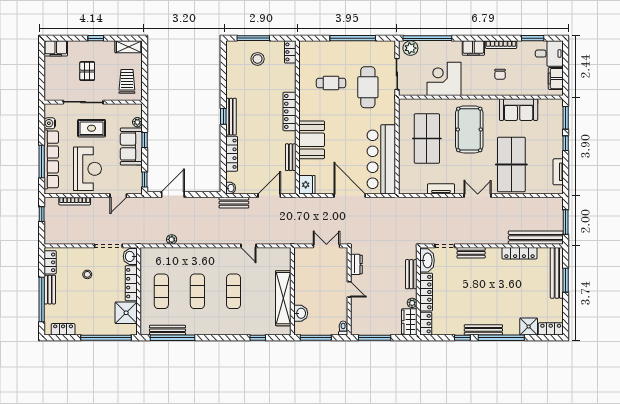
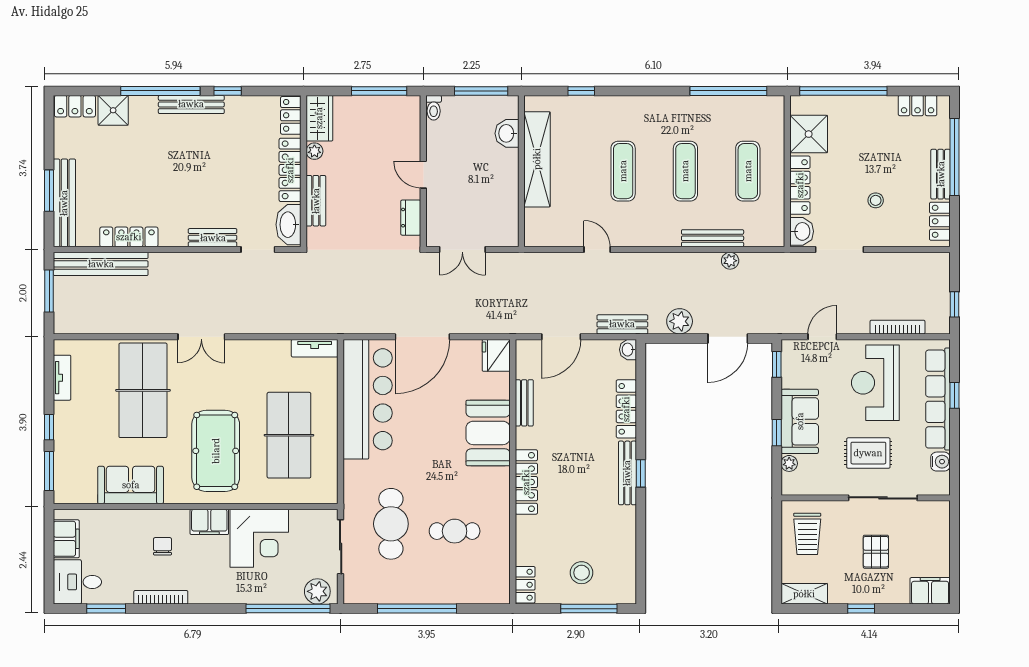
filing cabinet: (473, 48) -> (209, 522), moved, turned 180
window: (42, 162) -> (954, 395), width x0.46
tv unit: (441, 189) -> (315, 348), moved
door: (350, 196) -> (422, 337), hinge flipped
plant: (201, 204) -> (680, 321), added
bench: (167, 330) -> (713, 238), moved

